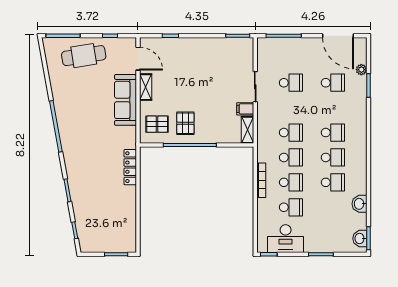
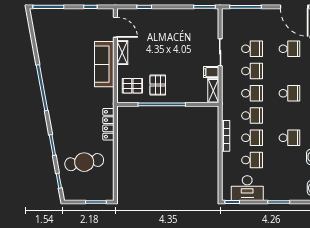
cafe table: (84, 56) -> (84, 162), moved
school desk: (333, 157) -> (252, 71), moved

